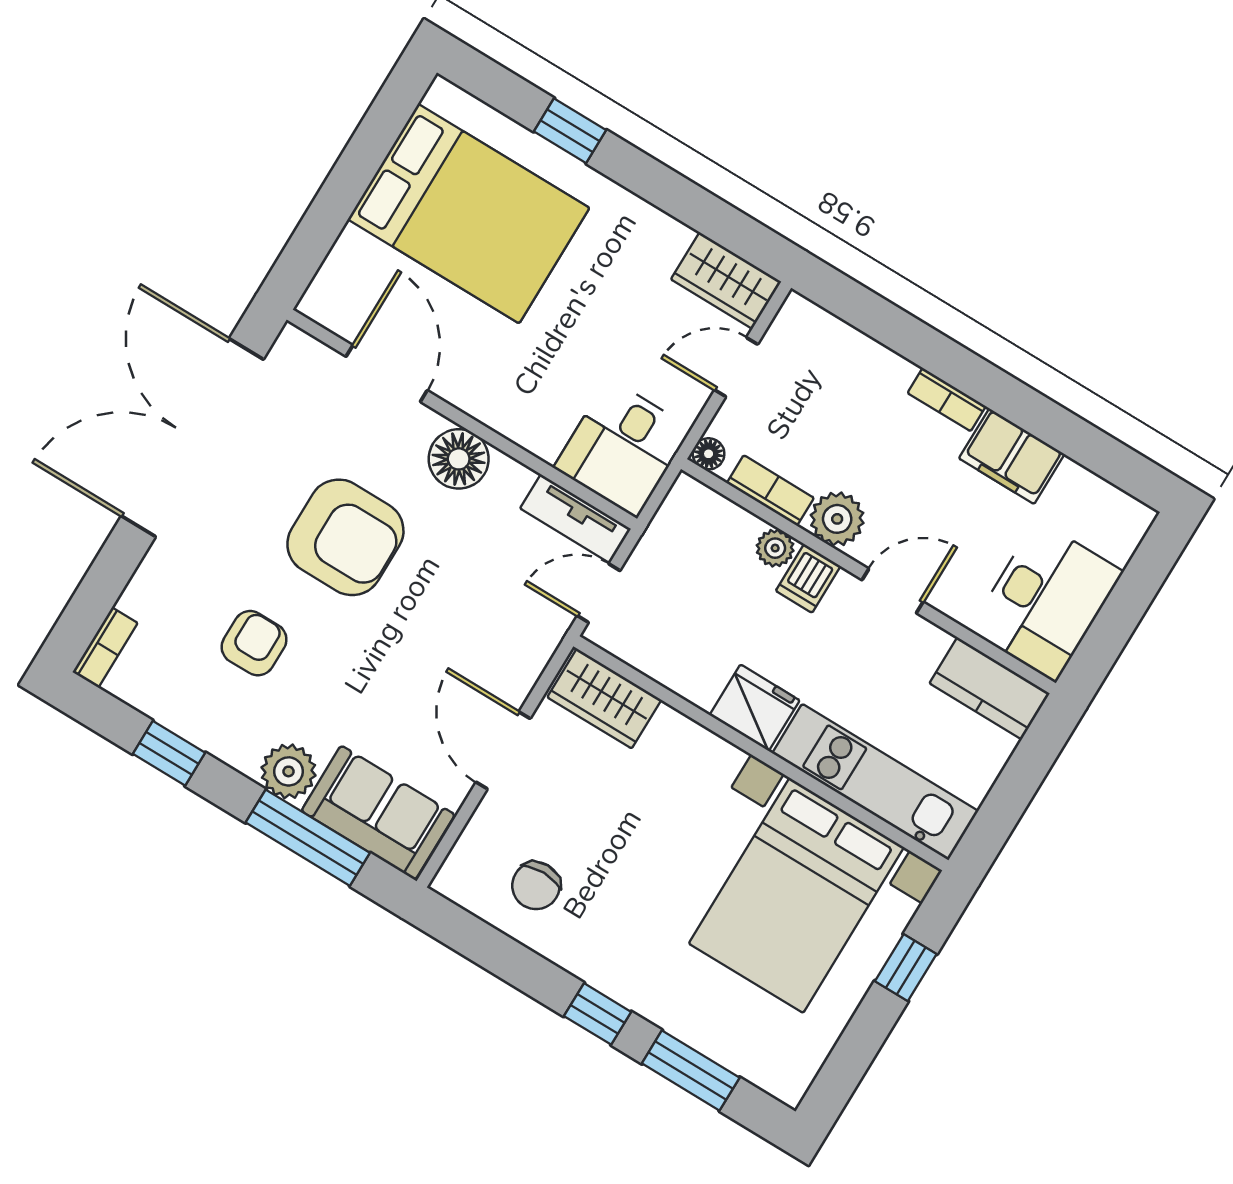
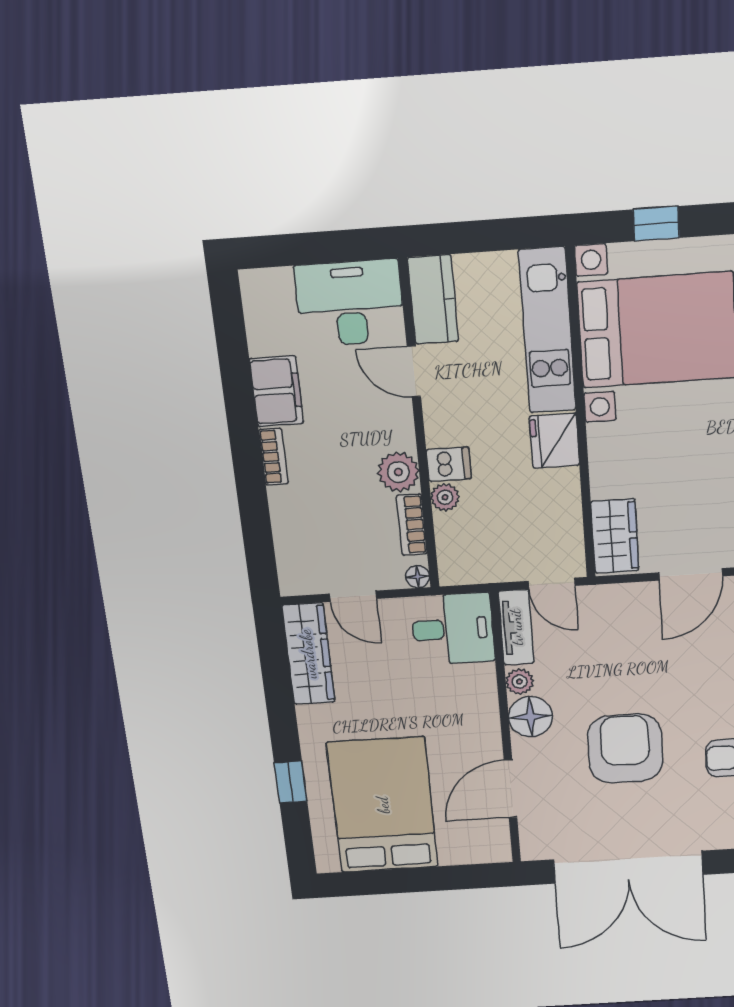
wardrobe: (726, 281) -> (308, 654), width x1.50
plant: (509, 477) -> (520, 682), added
door: (893, 591) -> (414, 371), moved

